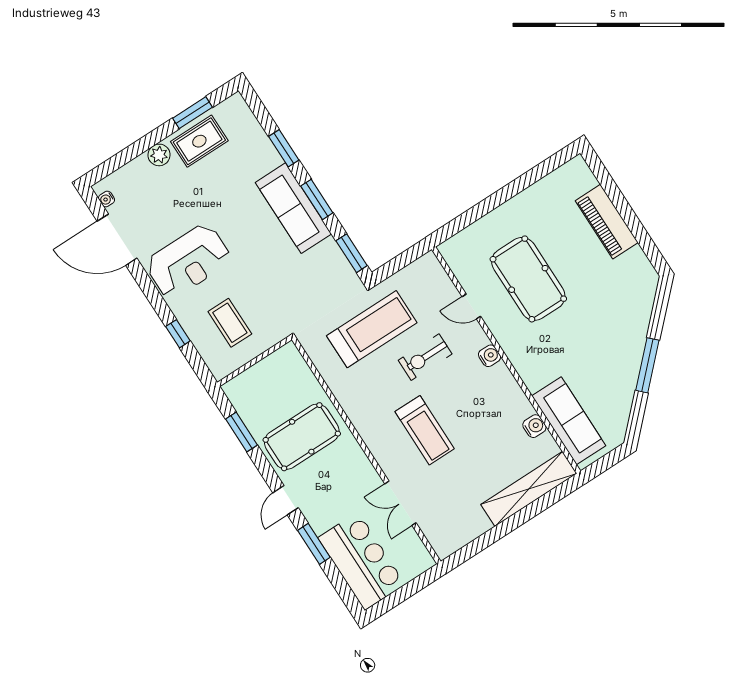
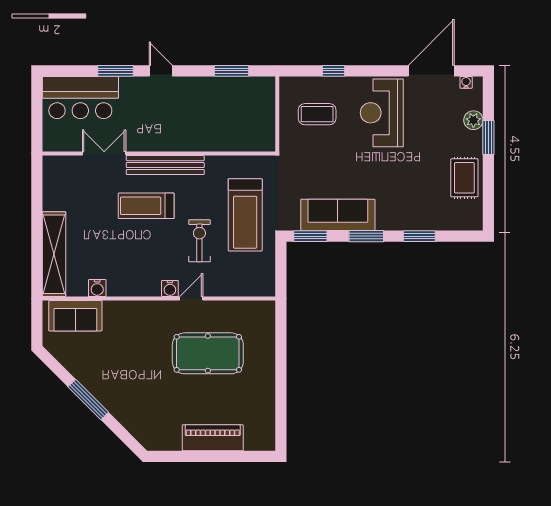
window: (192, 113) -> (488, 137), moved
plant: (159, 155) -> (473, 120), moved
sofa: (293, 208) -> (338, 215), moved
door: (471, 307) -> (191, 299), moved
sofa: (569, 421) -> (75, 316), width x0.73
pool table: (302, 437) -> (200, 113), removed
bench: (374, 437) -> (165, 165), added

